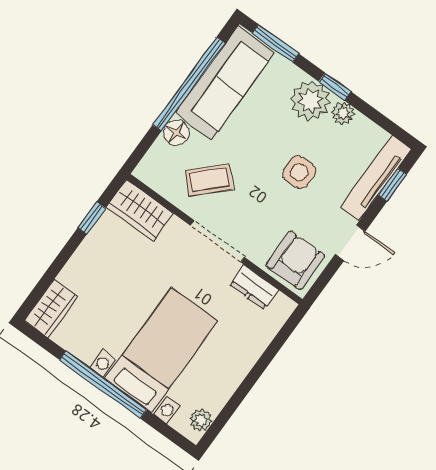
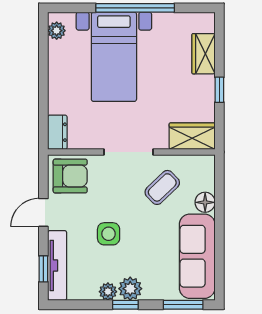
window: (189, 84) -> (219, 239), removed
plant: (310, 101) -> (130, 289), width x0.73, depth x0.73
window: (92, 218) -> (219, 90), moved
armchair: (295, 260) -> (70, 176), turned -90
dresser: (254, 287) -> (57, 132), moved, turned 90
wardrobe: (51, 308) -> (203, 54), moved

